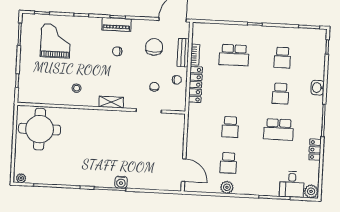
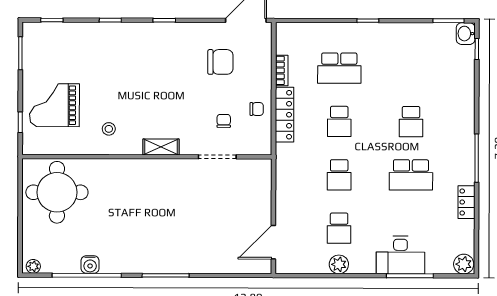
piano: (116, 24) -> (163, 32), removed
grand piano: (56, 41) -> (54, 105), moved, turned -90
chair: (154, 47) -> (220, 62), turned 90
chair: (117, 51) -> (166, 71), removed
bench: (183, 53) -> (264, 68), removed
school desk: (282, 58) -> (339, 121), moved
washbasin: (318, 88) -> (466, 34), moved
door: (184, 170) -> (273, 242), swing flipped
water cooler: (121, 182) -> (90, 265), moved
desk: (292, 184) -> (400, 255), moved, width x1.37

